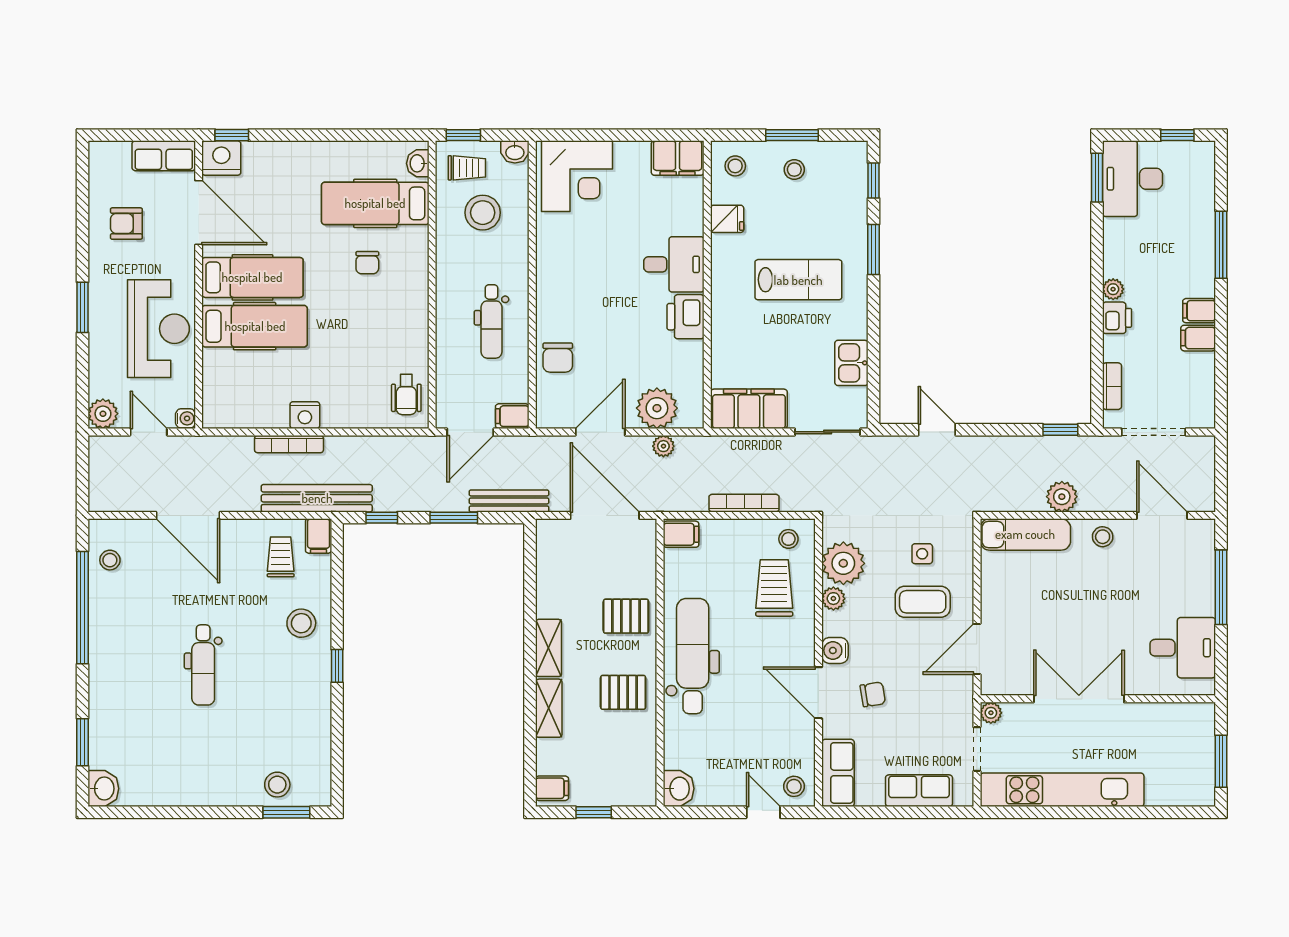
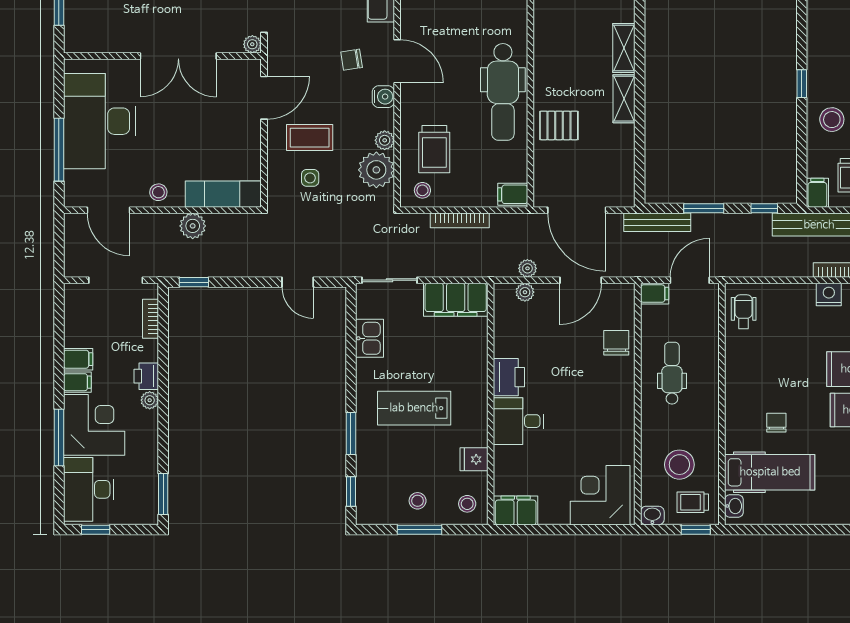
desk: (1132, 179) -> (89, 489), moved, turned 180
corner desk: (1179, 260) -> (94, 425), added
plant: (657, 408) -> (525, 292), width x0.53, depth x0.53
desk: (1183, 648) -> (99, 121), width x1.87, depth x1.30
pallet: (623, 692) -> (561, 61), removed

